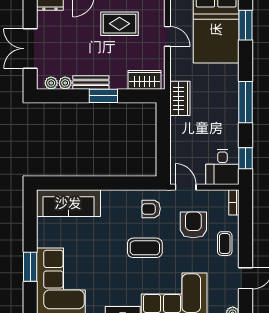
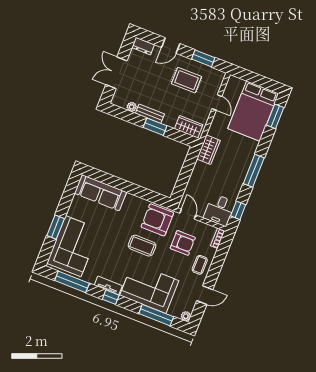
plant: (51, 83) -> (122, 103), removed
armchair: (151, 209) -> (157, 220), width x1.88, depth x1.88
armchair: (193, 225) -> (183, 243), turned 90

